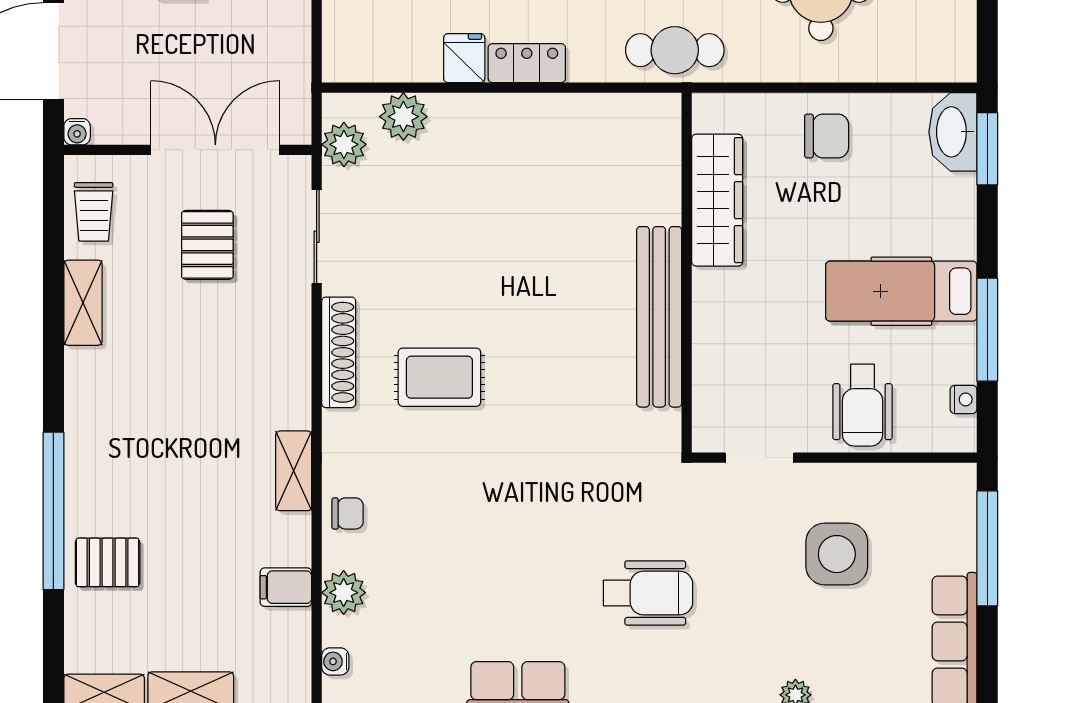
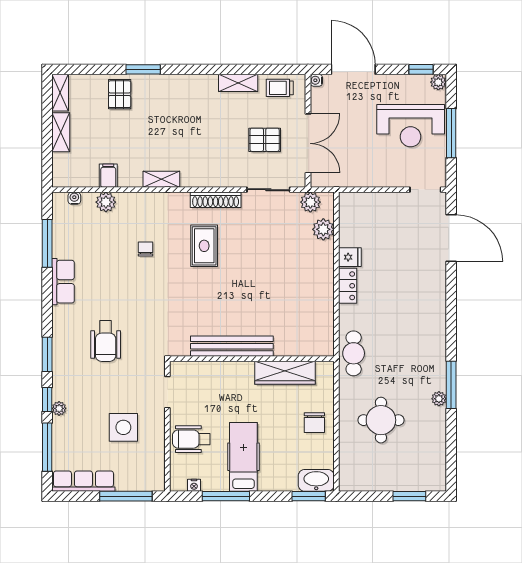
window: (53, 511) -> (143, 69), width x0.47
chair: (348, 513) -> (145, 249), moved, turned 180

